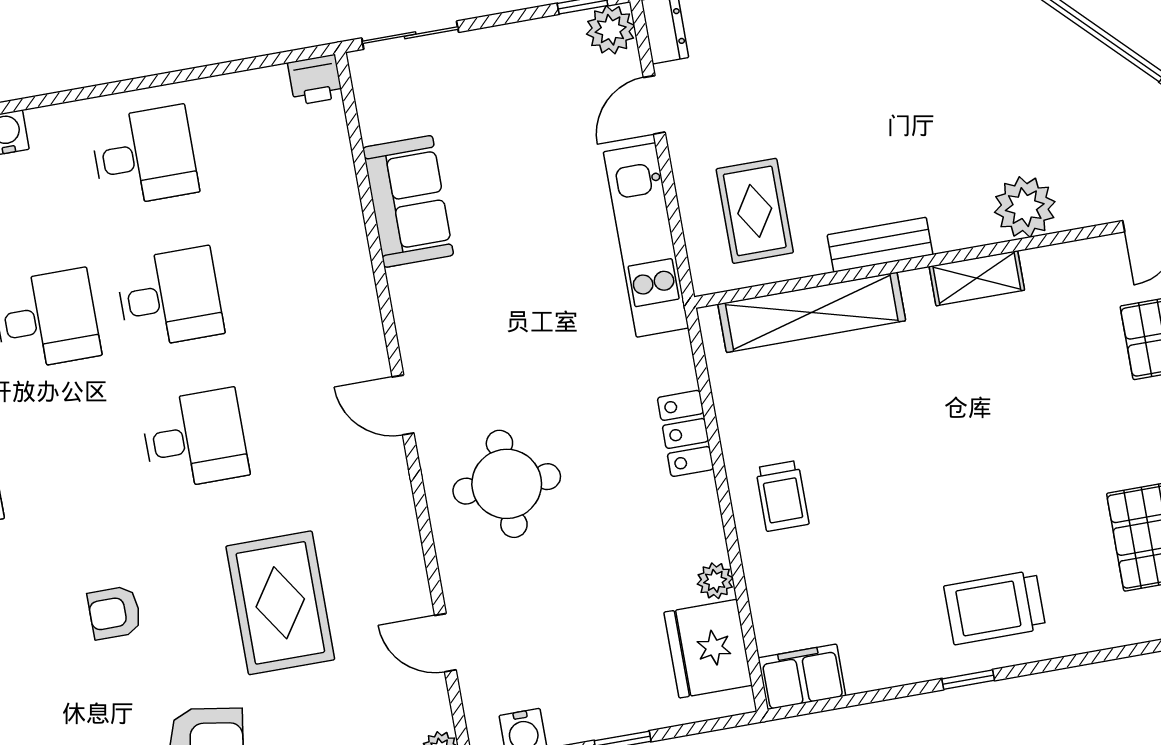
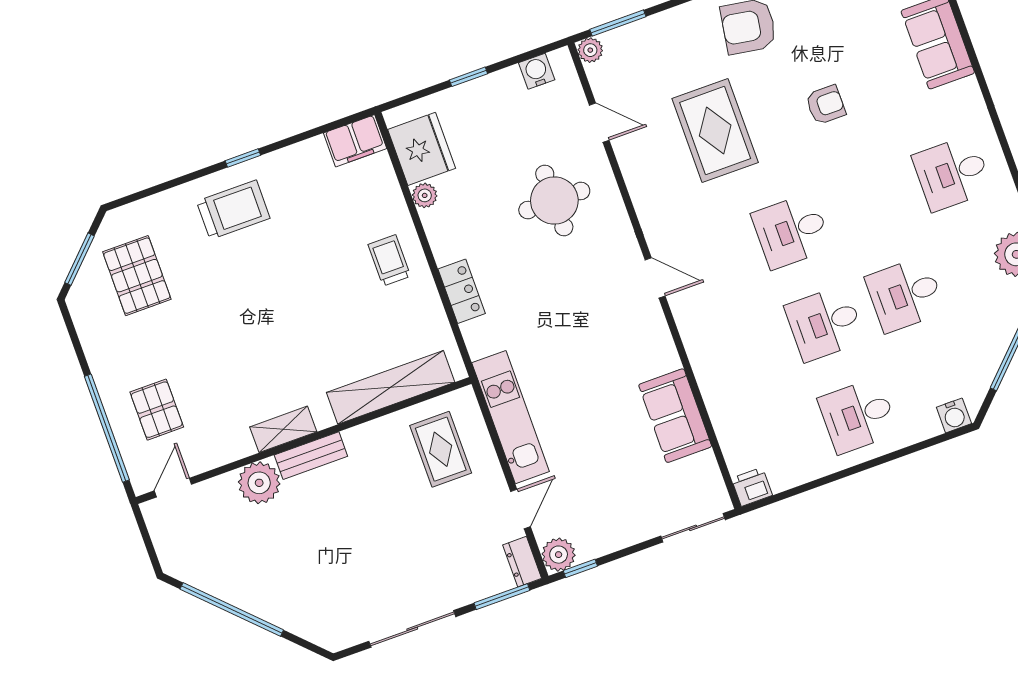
bench: (880, 245) -> (311, 456), moved
round table: (507, 484) -> (554, 200), moved

